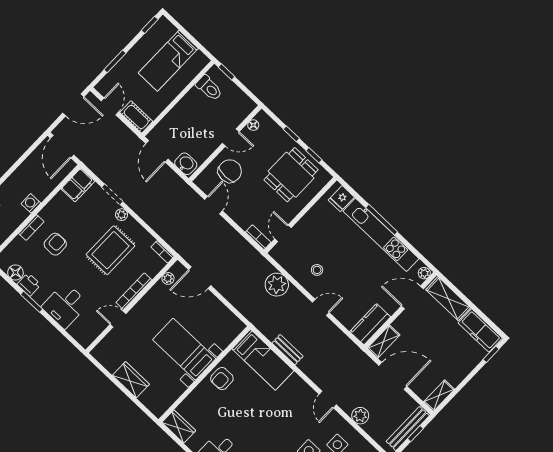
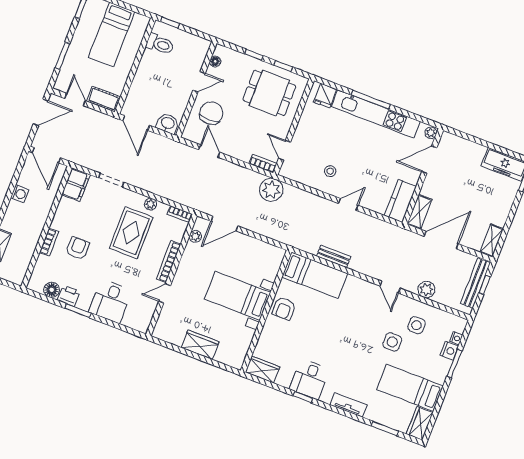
dining table: (291, 175) -> (269, 93), turned 90
washing machine: (31, 203) -> (20, 194), moved, turned 180
plant: (122, 215) -> (150, 204), moved
plant: (277, 285) -> (271, 190), moved
shelving: (448, 299) -> (463, 147), removed

